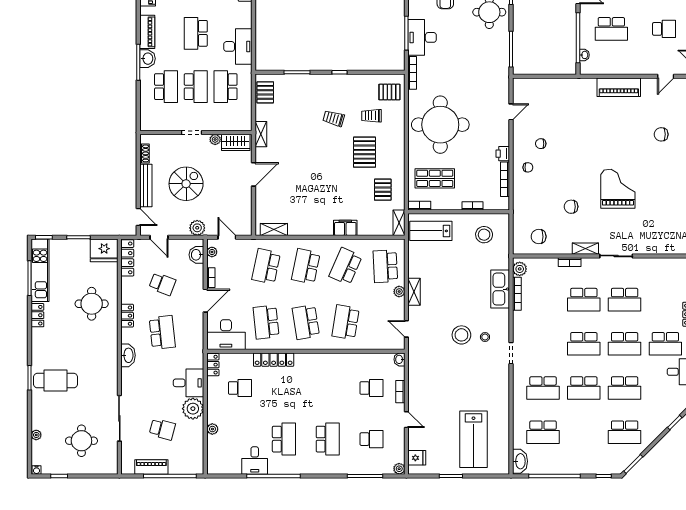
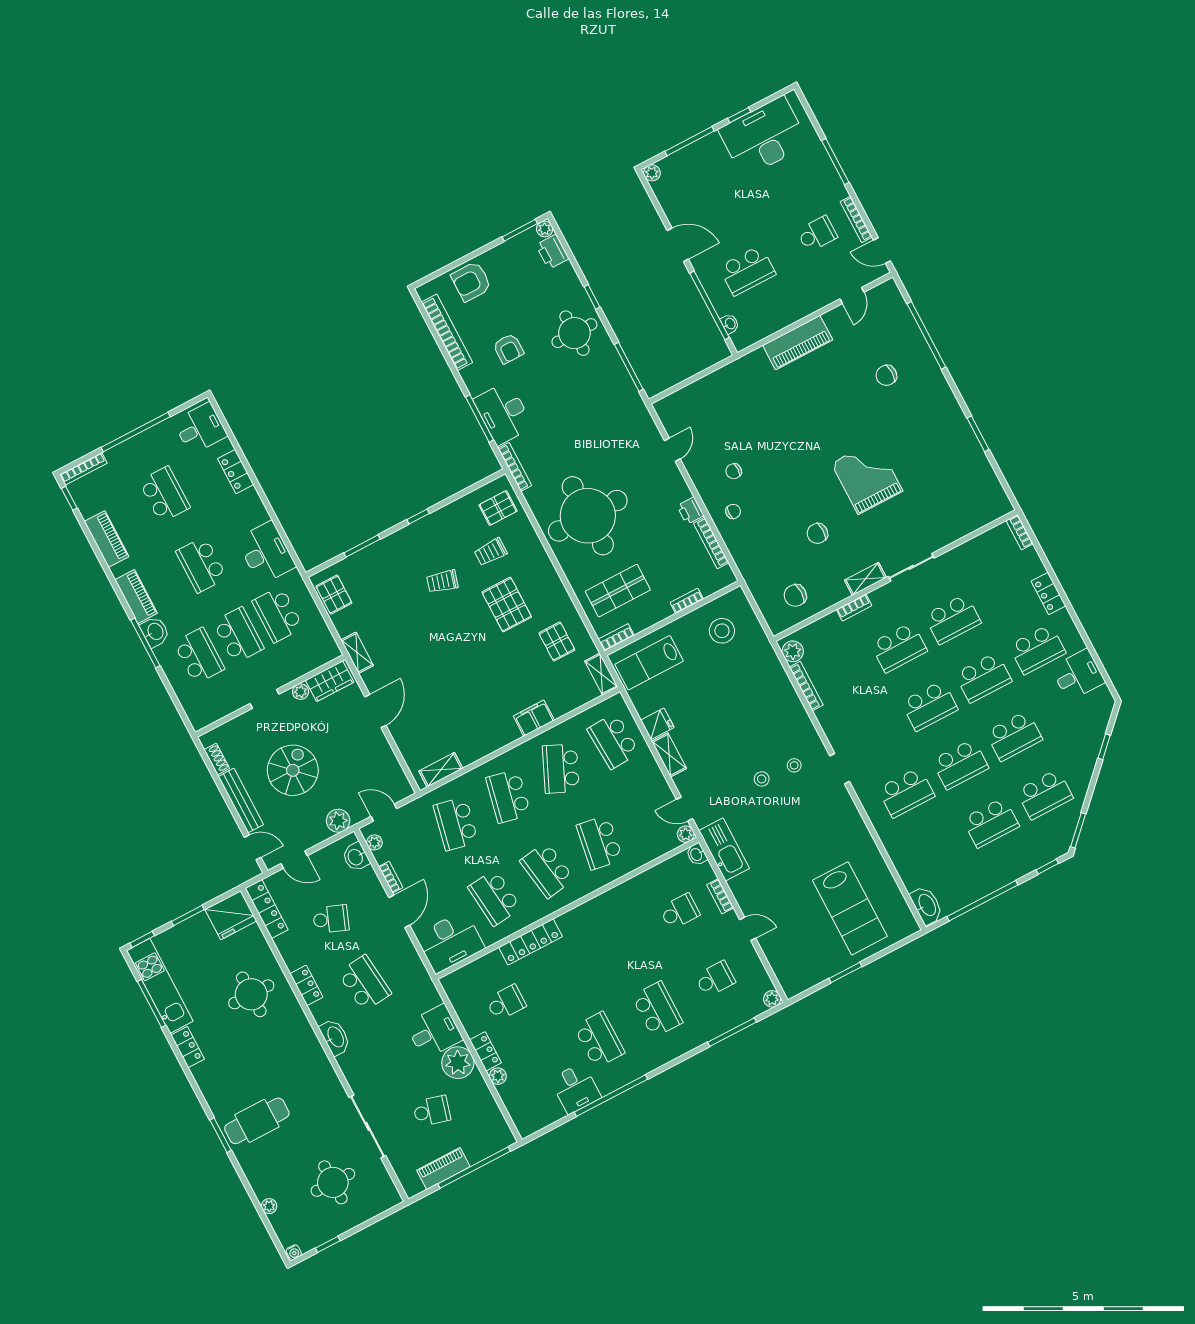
kitchen sink: (500, 289) -> (724, 849), moved, turned 180
plant: (399, 292) -> (686, 834), moved
stool: (461, 335) -> (762, 779), width x0.53, depth x0.53
locker: (213, 365) -> (485, 1051), moved
school desk: (543, 432) -> (991, 823), moved
fridge: (417, 458) -> (657, 724), moved

